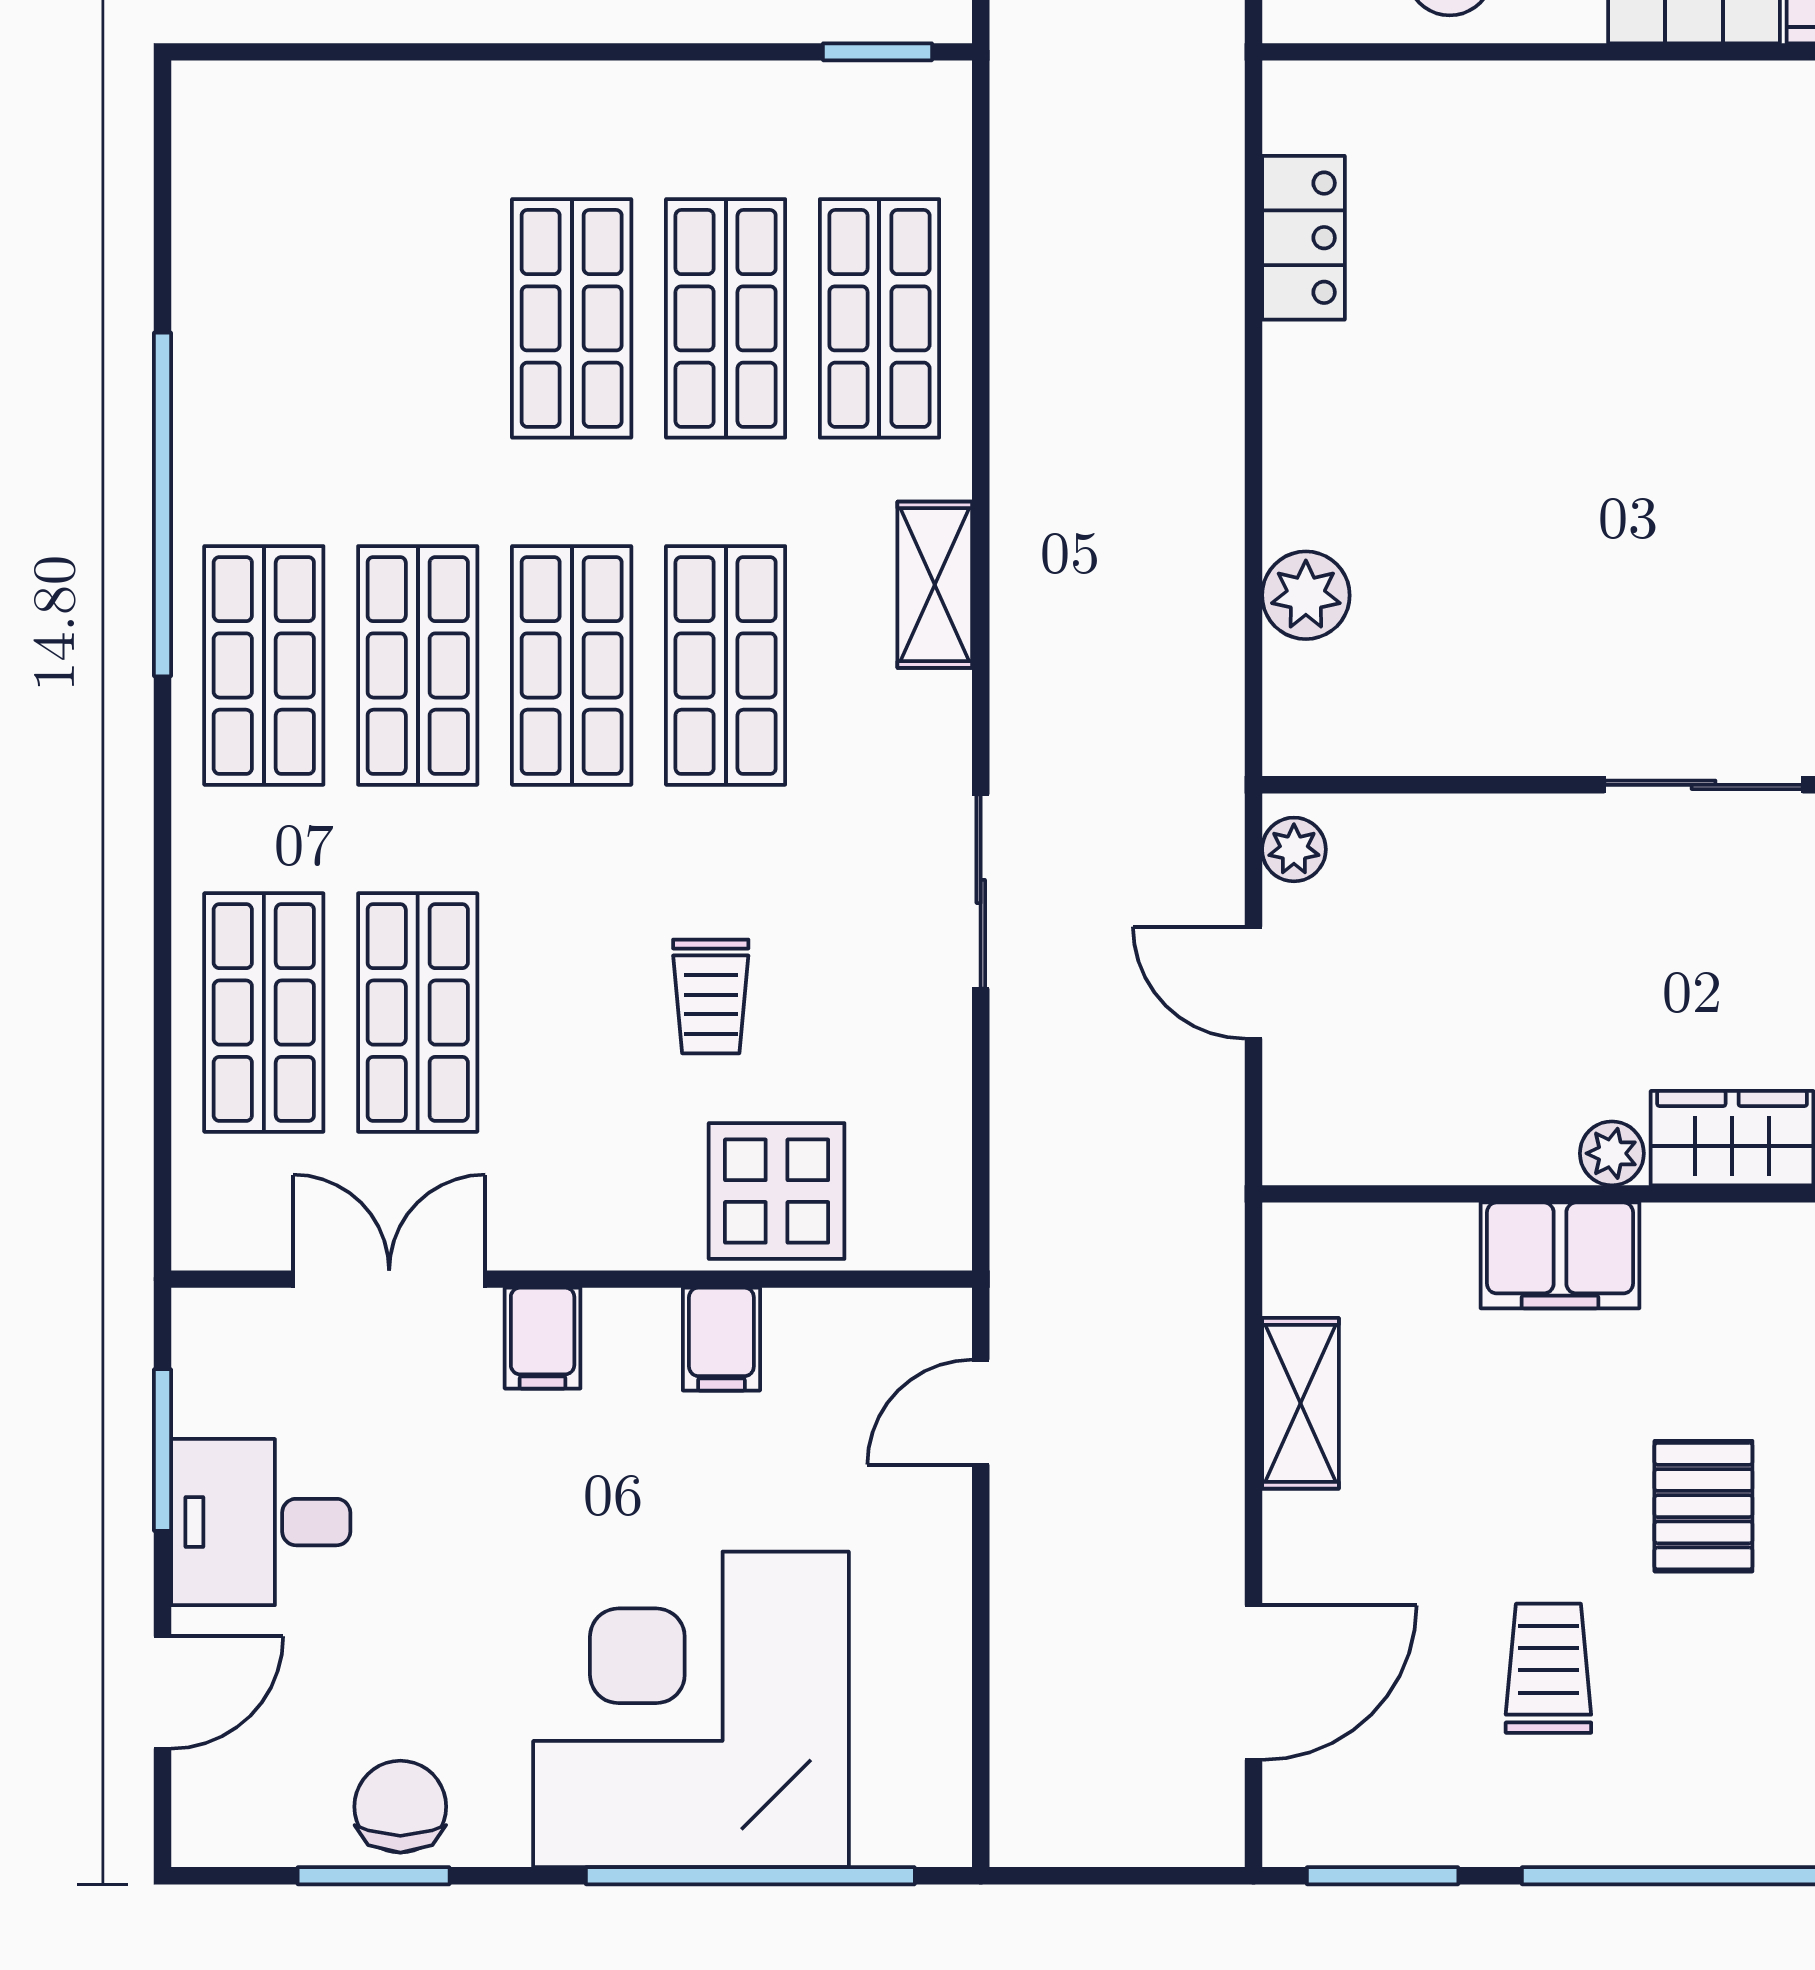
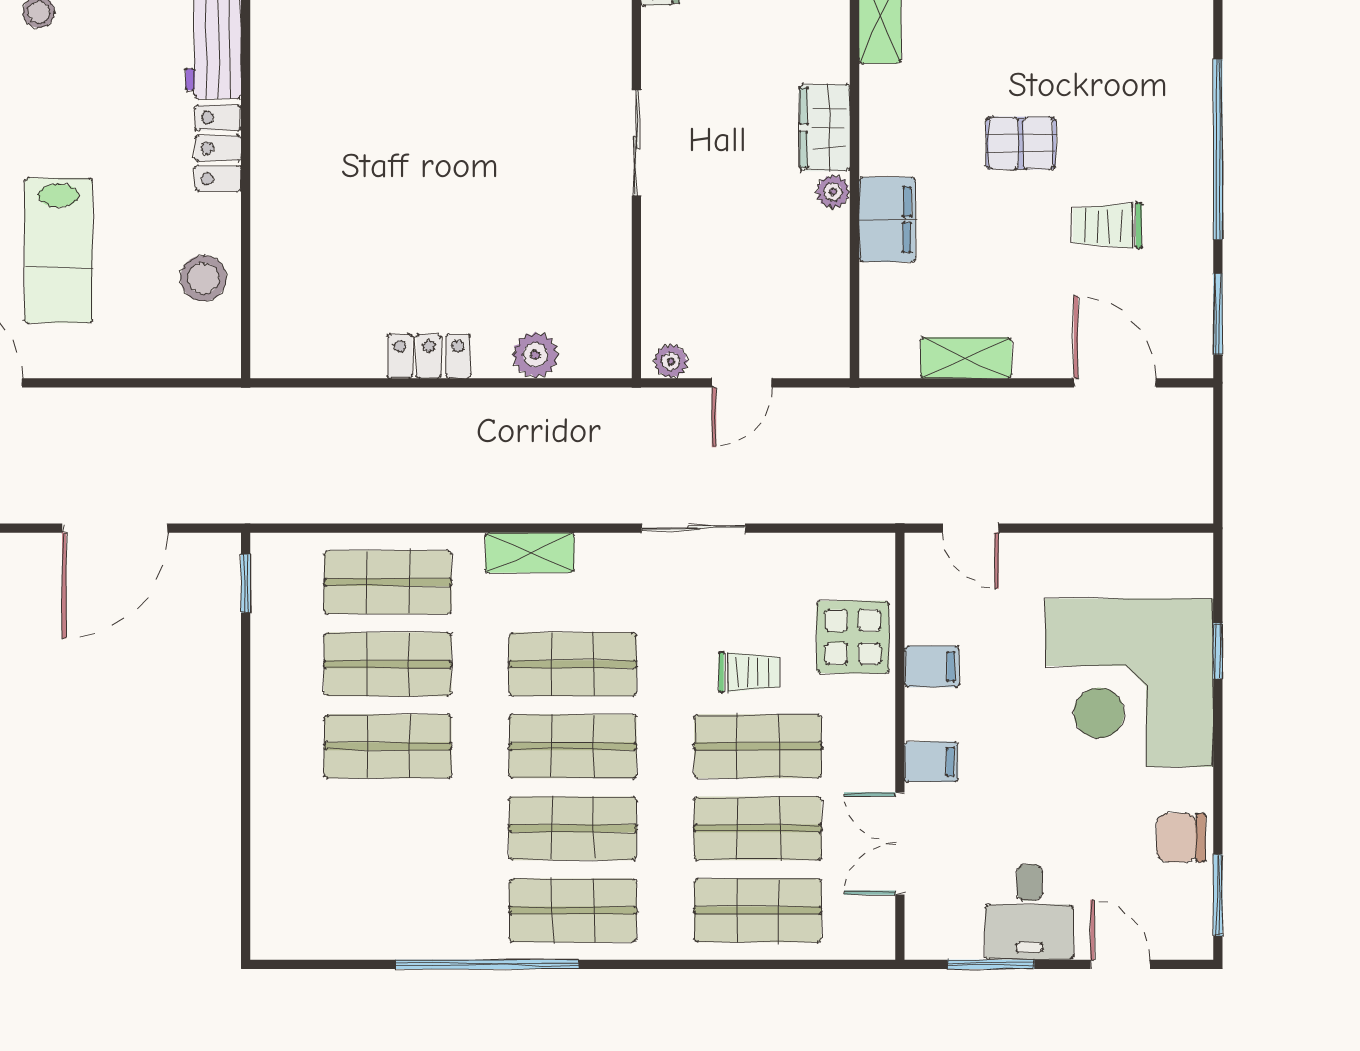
locker: (1303, 238) -> (429, 356), moved
shop shelf: (572, 1013) -> (758, 746), added
window: (374, 1876) -> (1218, 895), moved
window: (750, 1876) -> (1218, 651), width x0.32

